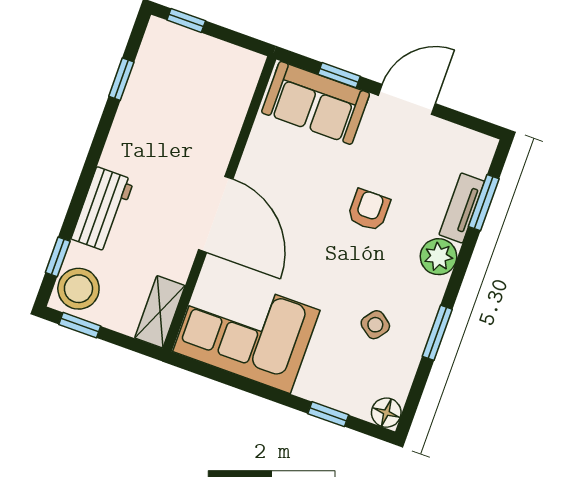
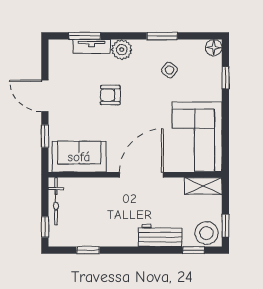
bicycle: (223, 55) -> (56, 201), added
sofa: (316, 103) -> (79, 157), moved, turned -90

